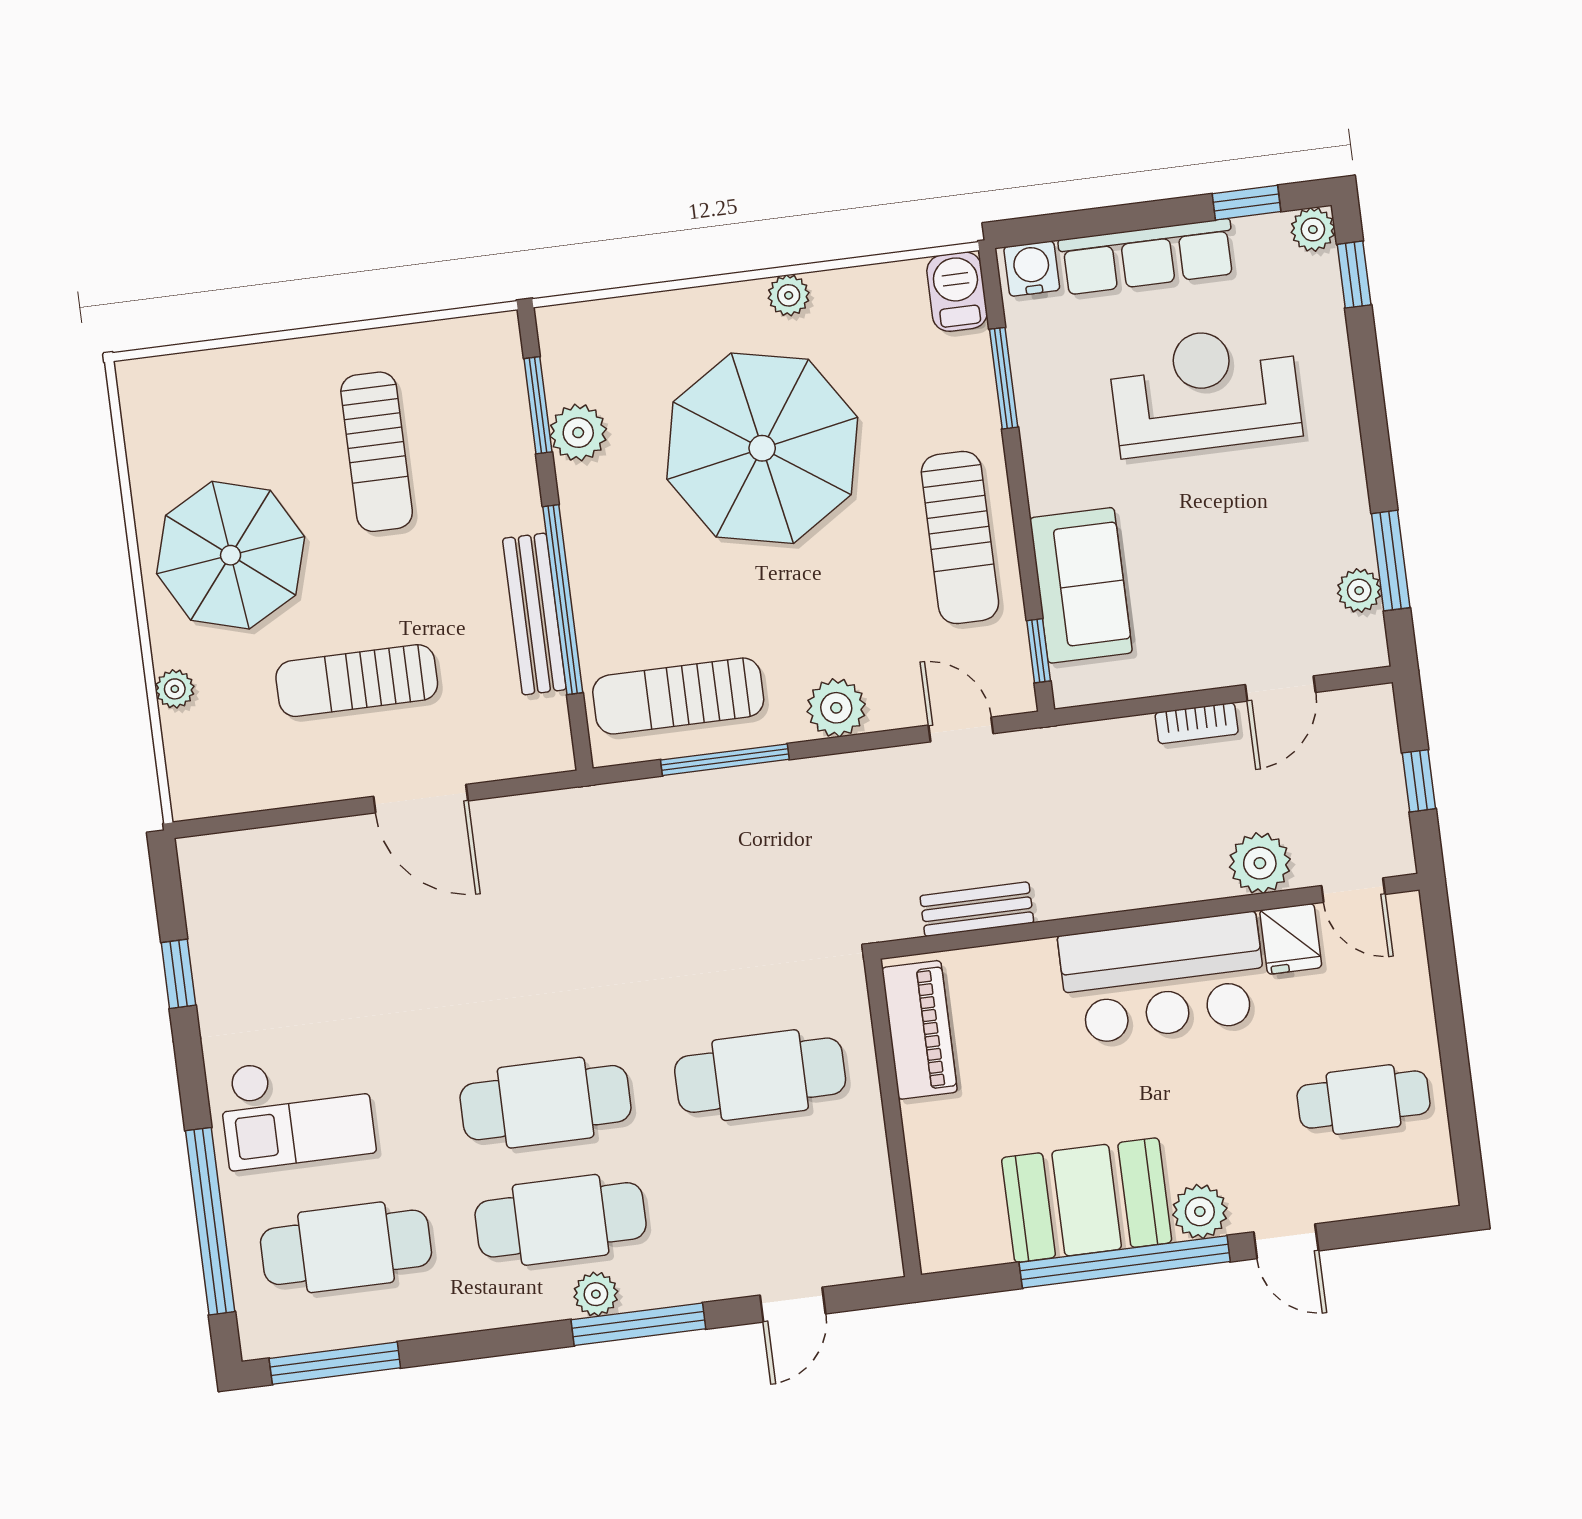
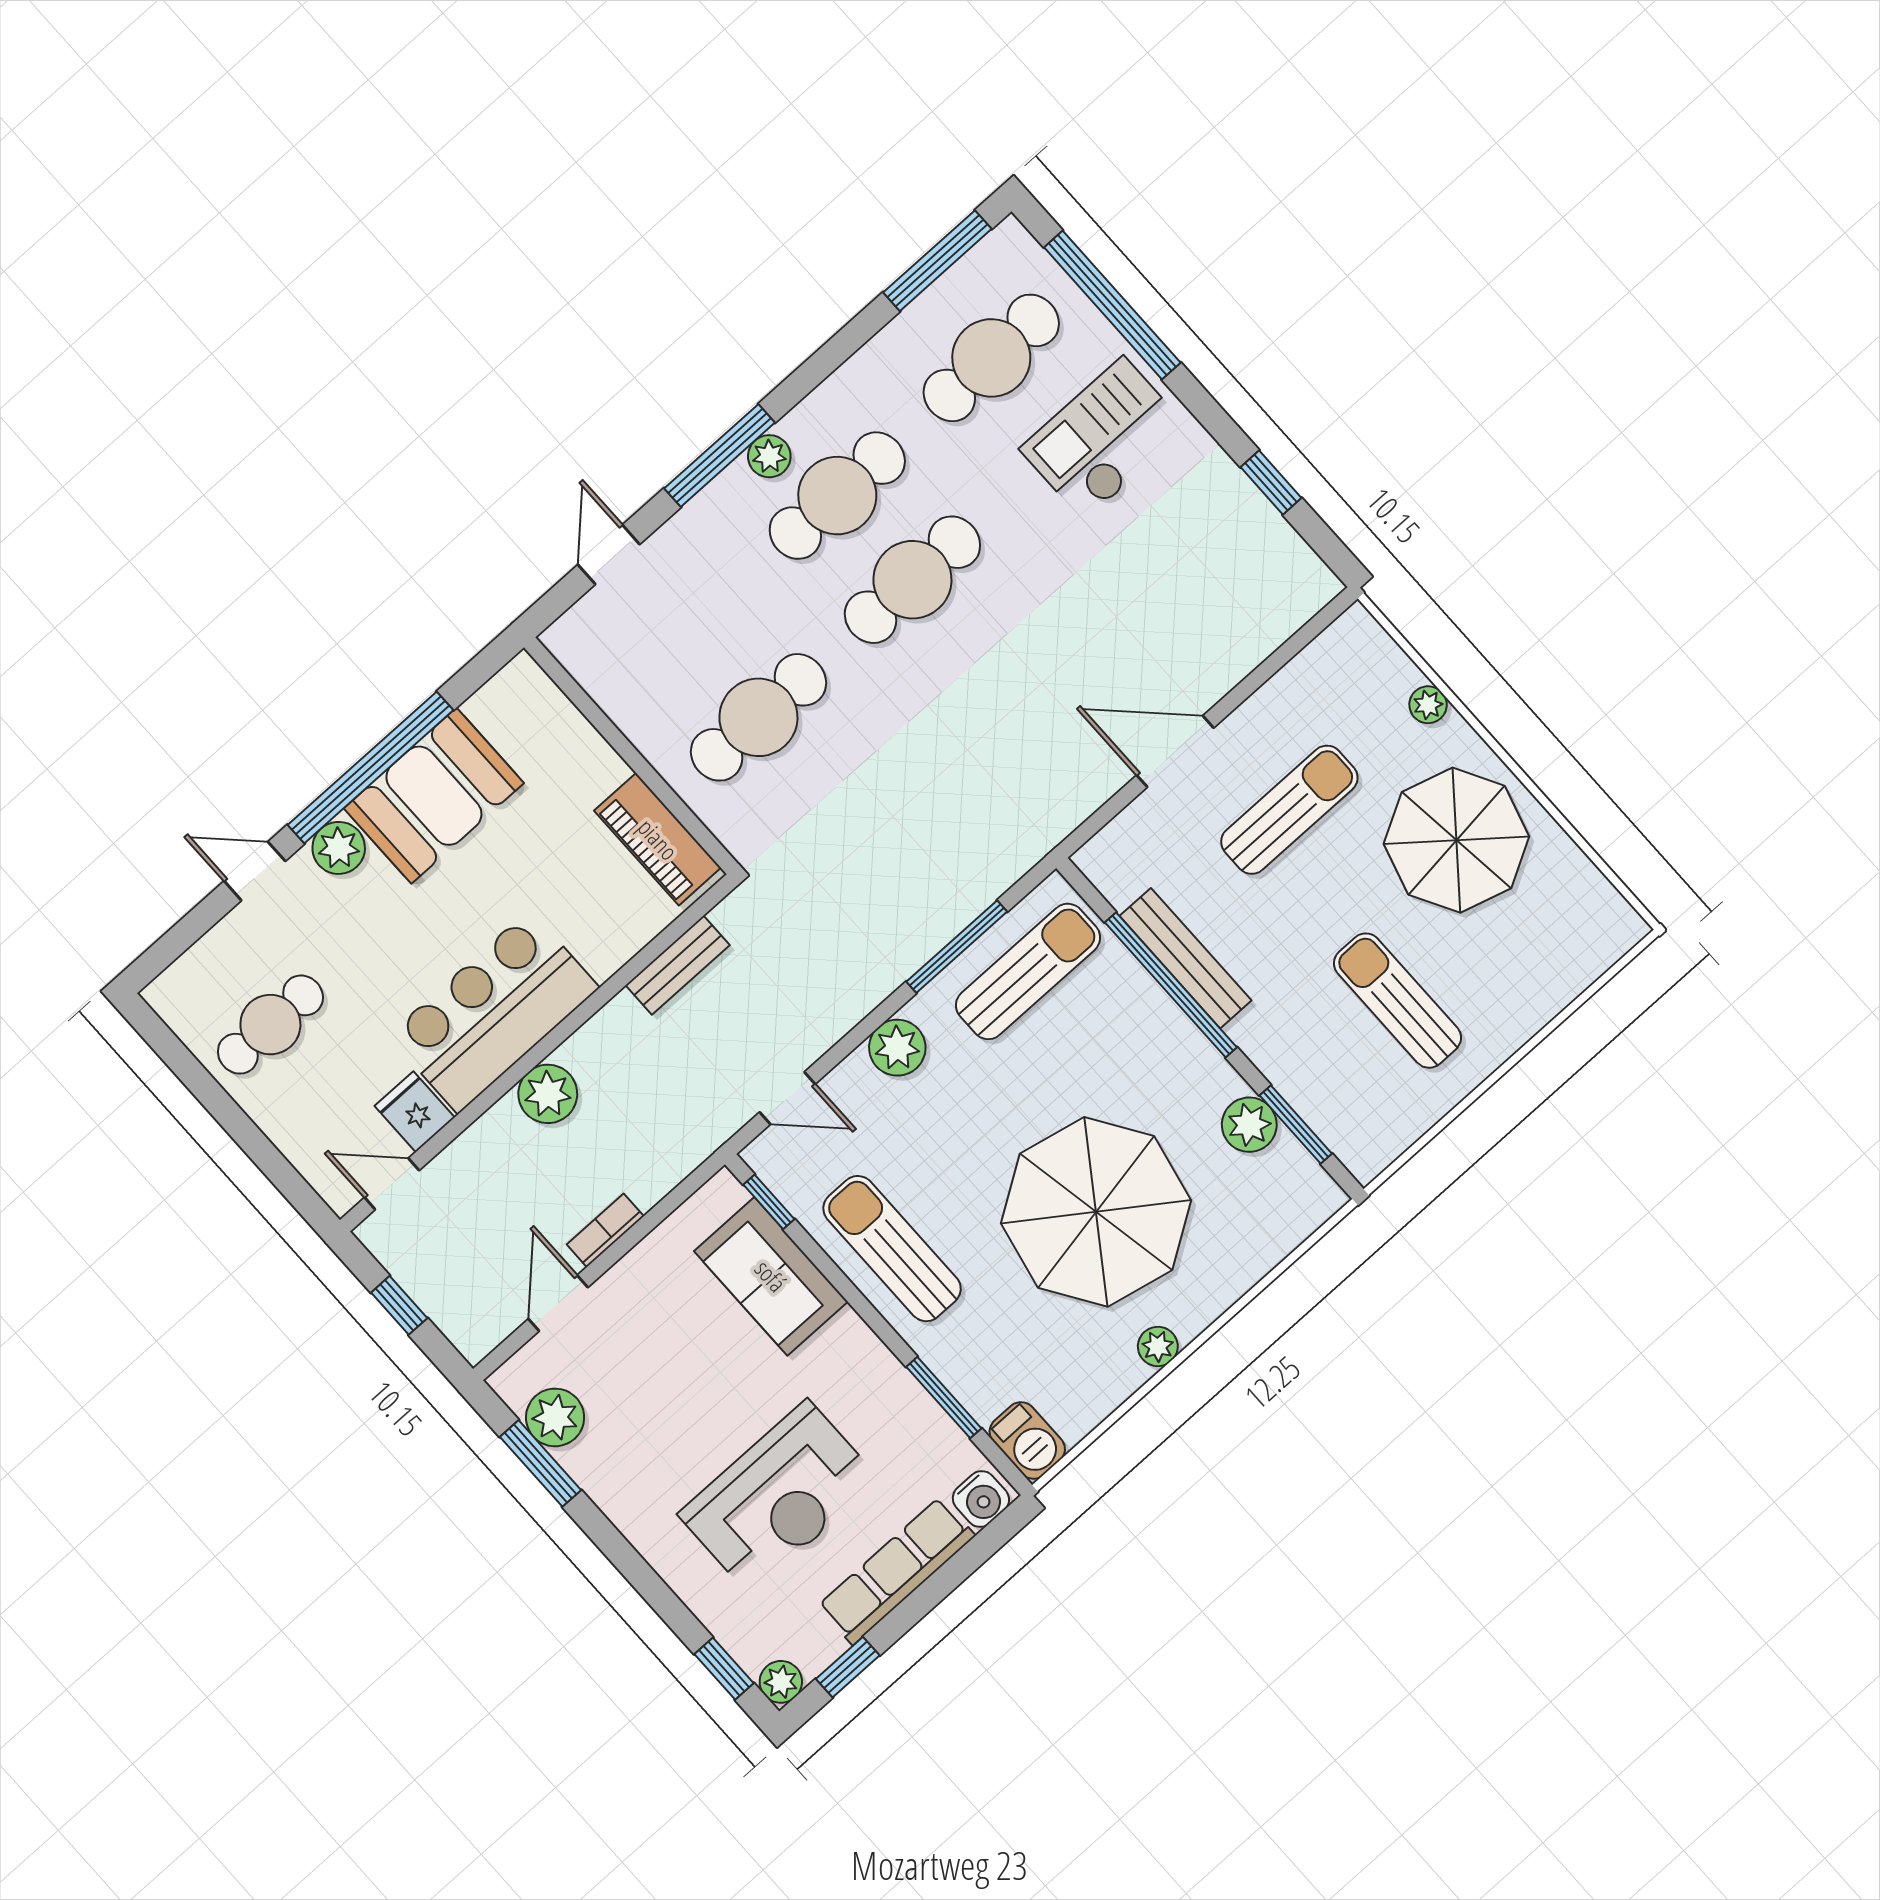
plant: (1359, 591) -> (555, 1417), width x1.38, depth x1.38
plant: (1260, 863) -> (548, 1094), moved

